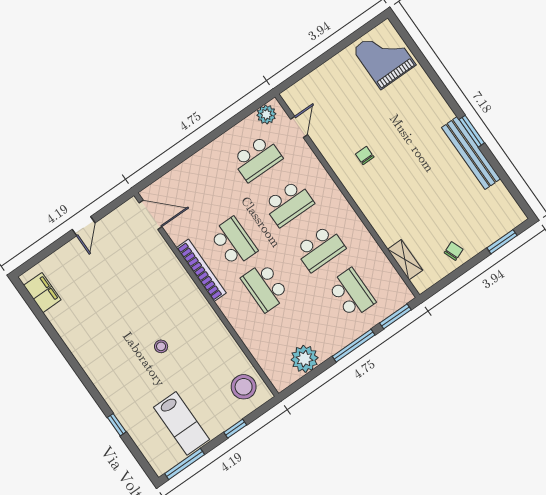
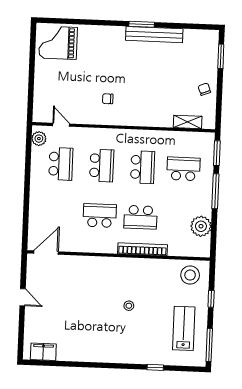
bookcase: (201, 270) -> (142, 249), moved
lab bench: (181, 423) -> (184, 328), turned -90

